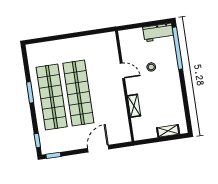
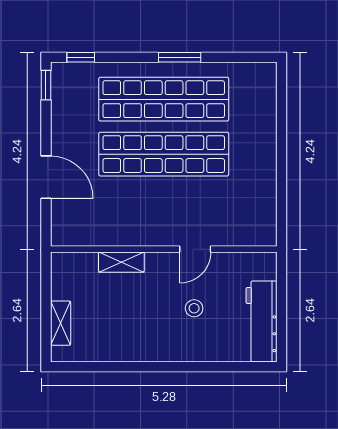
workbench: (158, 32) -> (261, 322), width x1.38
window: (178, 48) -> (224, 367), removed

